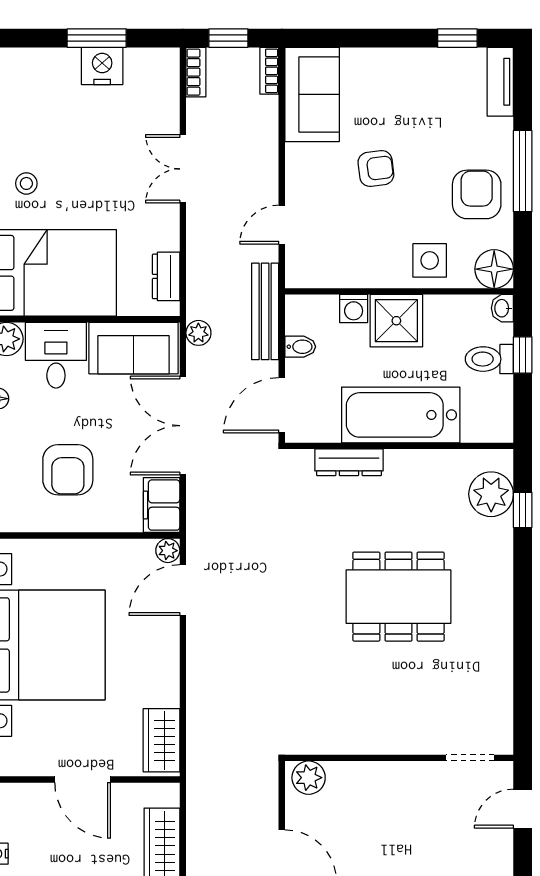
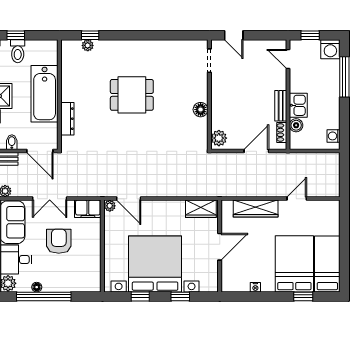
double door: (183, 426) -> (50, 199), width x0.73
armchair: (68, 470) -> (59, 241), moved, turned -90
plant: (491, 494) -> (88, 45), width x0.53, depth x0.53
dining table: (398, 597) -> (132, 95), width x0.73
floor lamp: (368, 740) -> (201, 110), added

